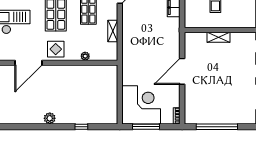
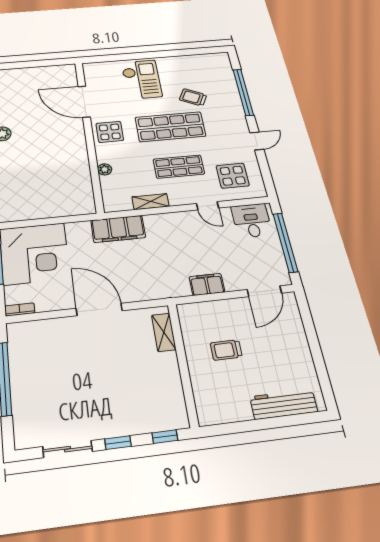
shelving: (218, 37) -> (164, 332), moved
filing cabinet: (130, 54) -> (118, 229), added

